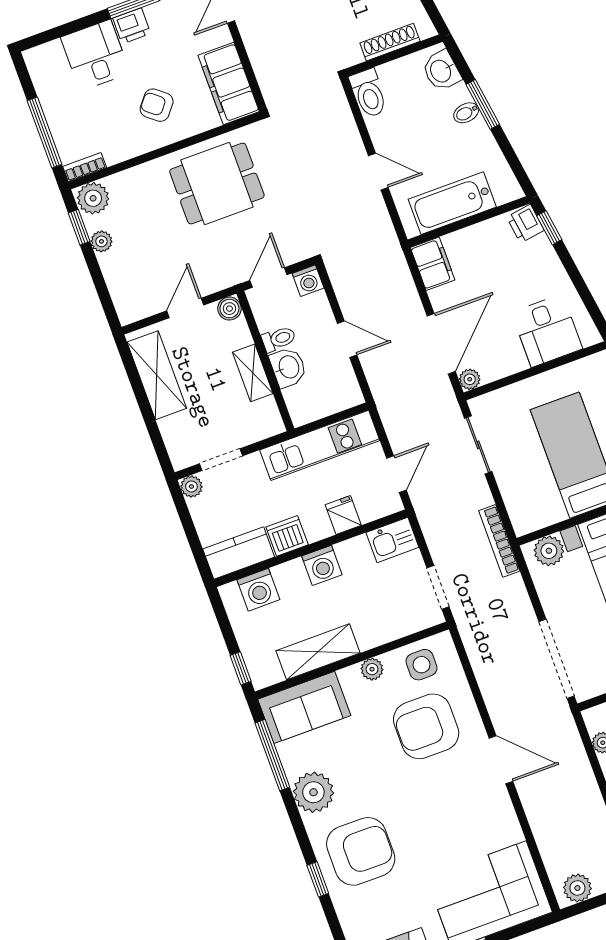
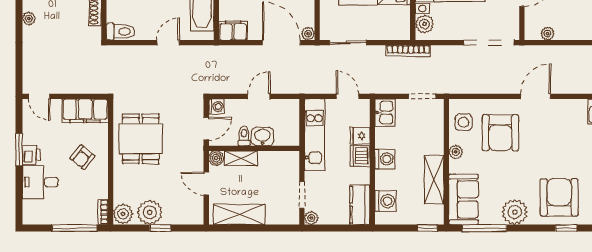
window: (79, 227) -> (160, 228), moved
plant: (101, 241) -> (150, 212), width x1.88, depth x1.88
door: (268, 278) -> (206, 129), swing flipped
shelving: (253, 373) -> (241, 158), moved
dishwasher: (287, 536) -> (360, 156), moved

